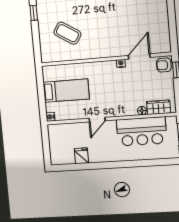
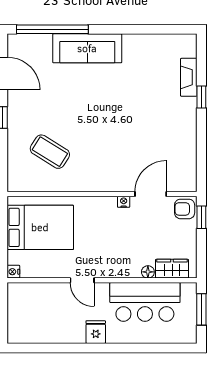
bed: (66, 91) -> (40, 227), width x1.50
door: (97, 120) -> (82, 280), hinge flipped
fridge: (81, 156) -> (96, 332), moved

